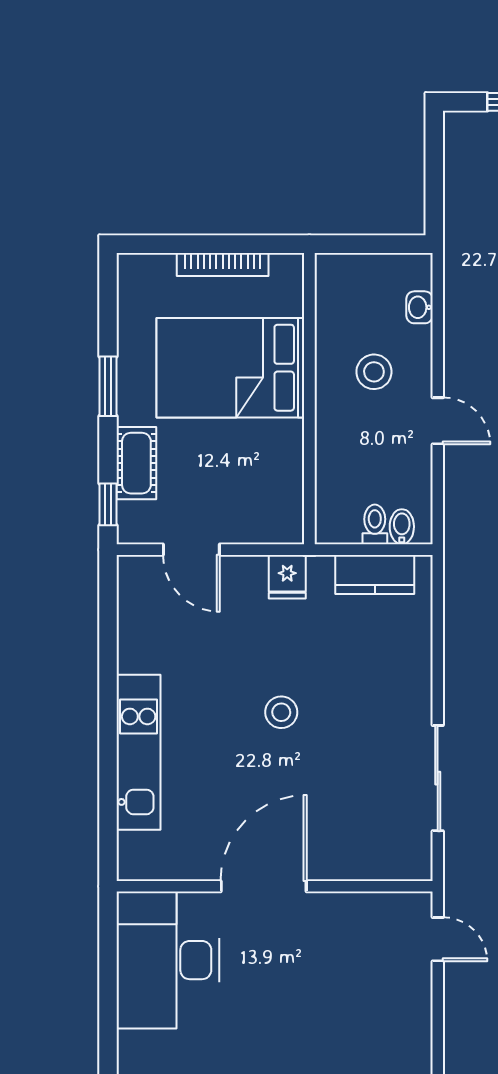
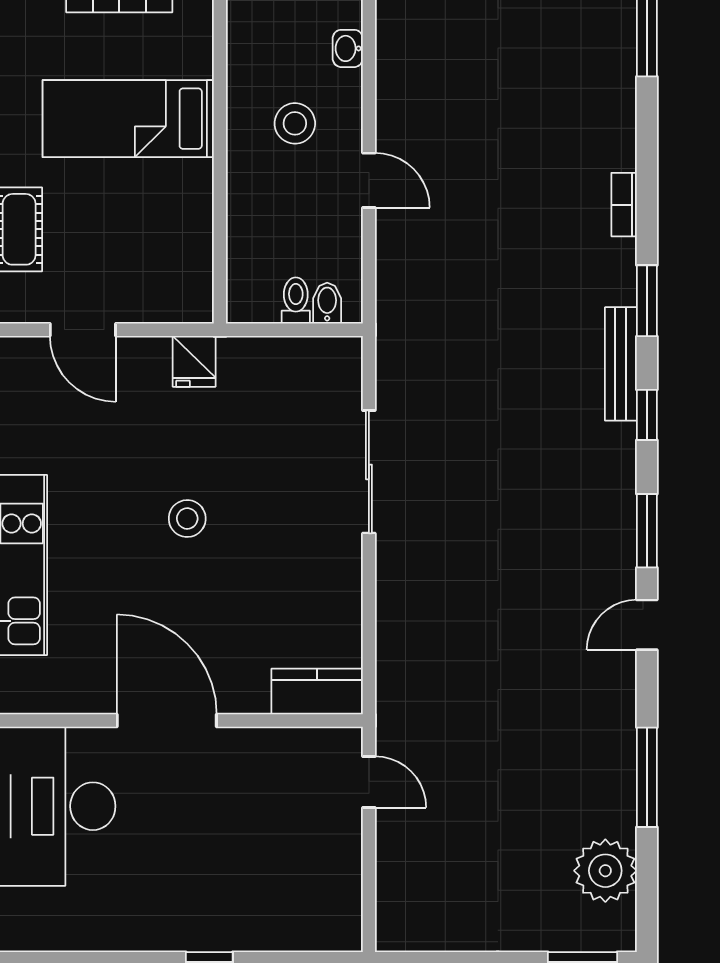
bed: (230, 368) -> (128, 119), width x0.67
kitchen counter: (375, 574) -> (317, 692), moved, turned 180
sliding door: (438, 778) -> (369, 472), moved
door: (264, 886) -> (167, 720), hinge flipped

